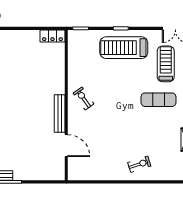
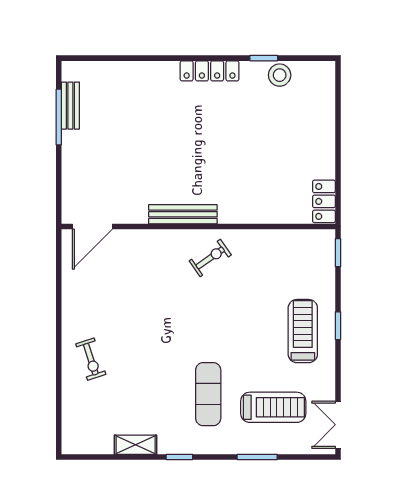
treadmill: (124, 48) -> (303, 331), width x0.73, depth x0.73
door: (66, 146) -> (92, 227), moved

